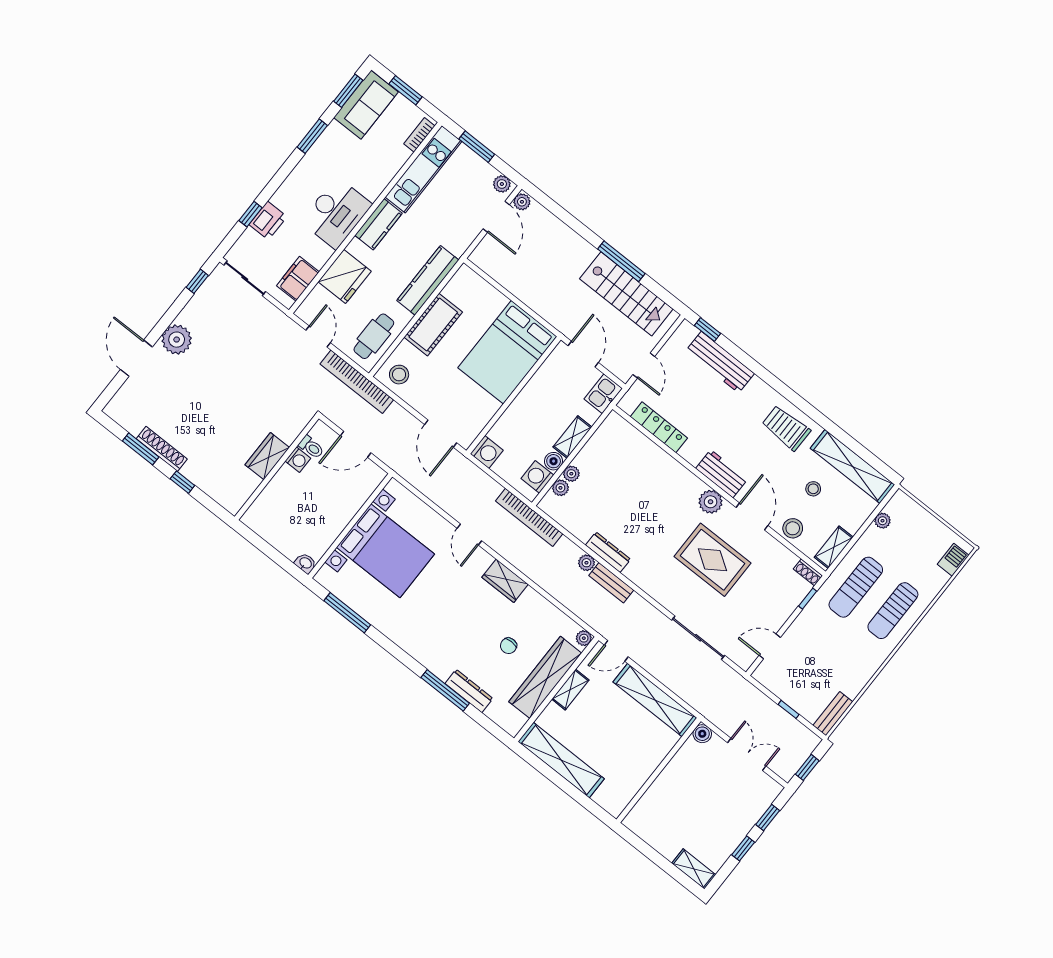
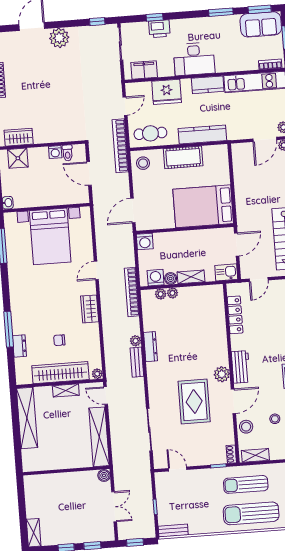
wardrobe: (267, 456) -> (19, 137), moved
shower: (267, 507) -> (18, 158), added
sun lounger: (893, 611) -> (251, 513), width x1.36, depth x1.34
dresser: (469, 691) -> (19, 346), width x0.70

